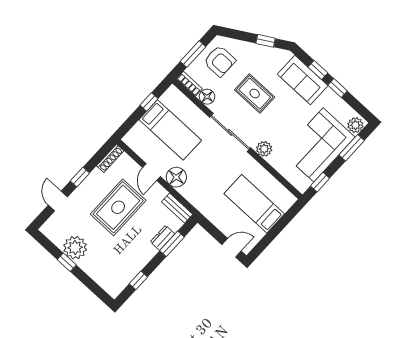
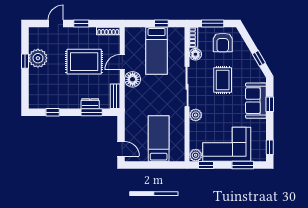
window: (338, 88) -> (270, 147), moved
plant: (355, 125) -> (196, 155), moved

